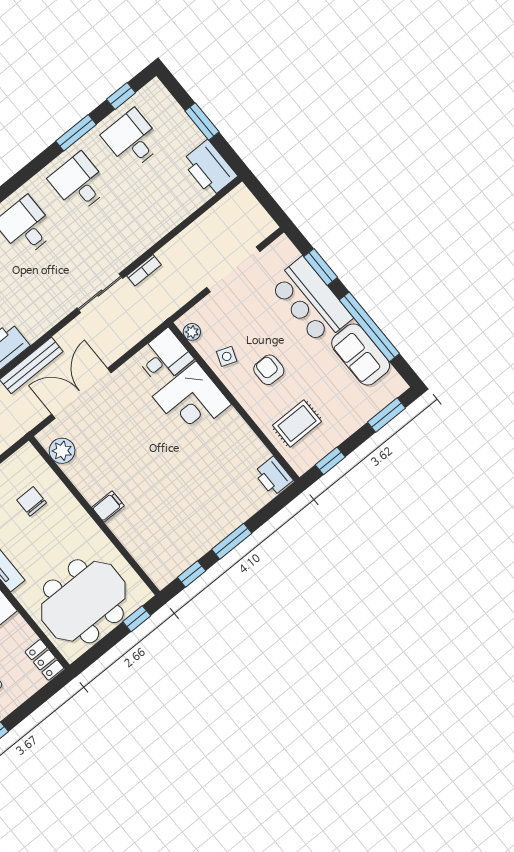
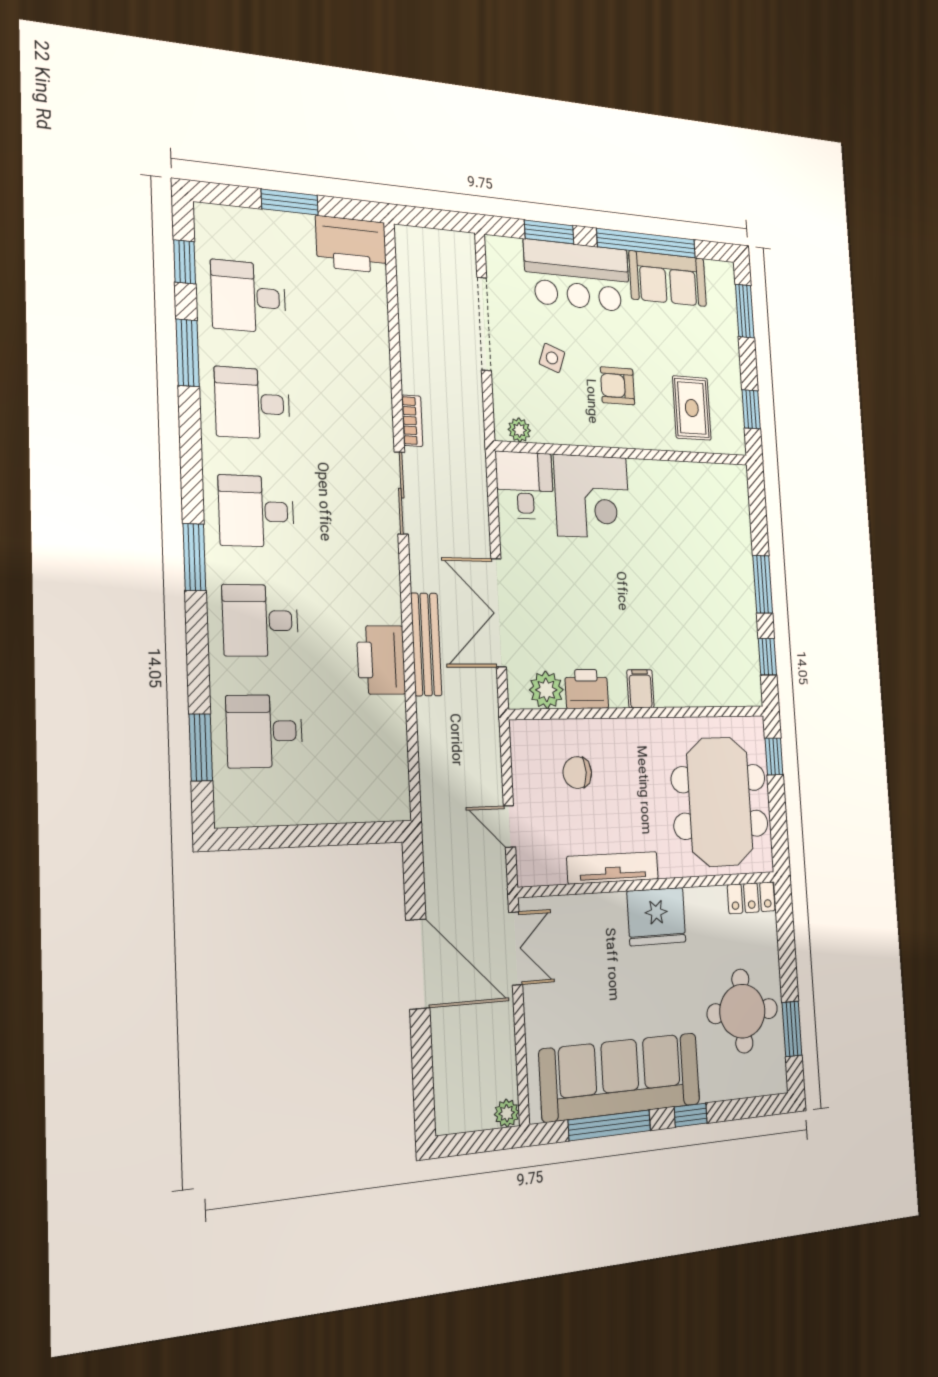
side table: (227, 356) -> (552, 358), moved
printer: (273, 476) -> (587, 689), moved, turned 180

